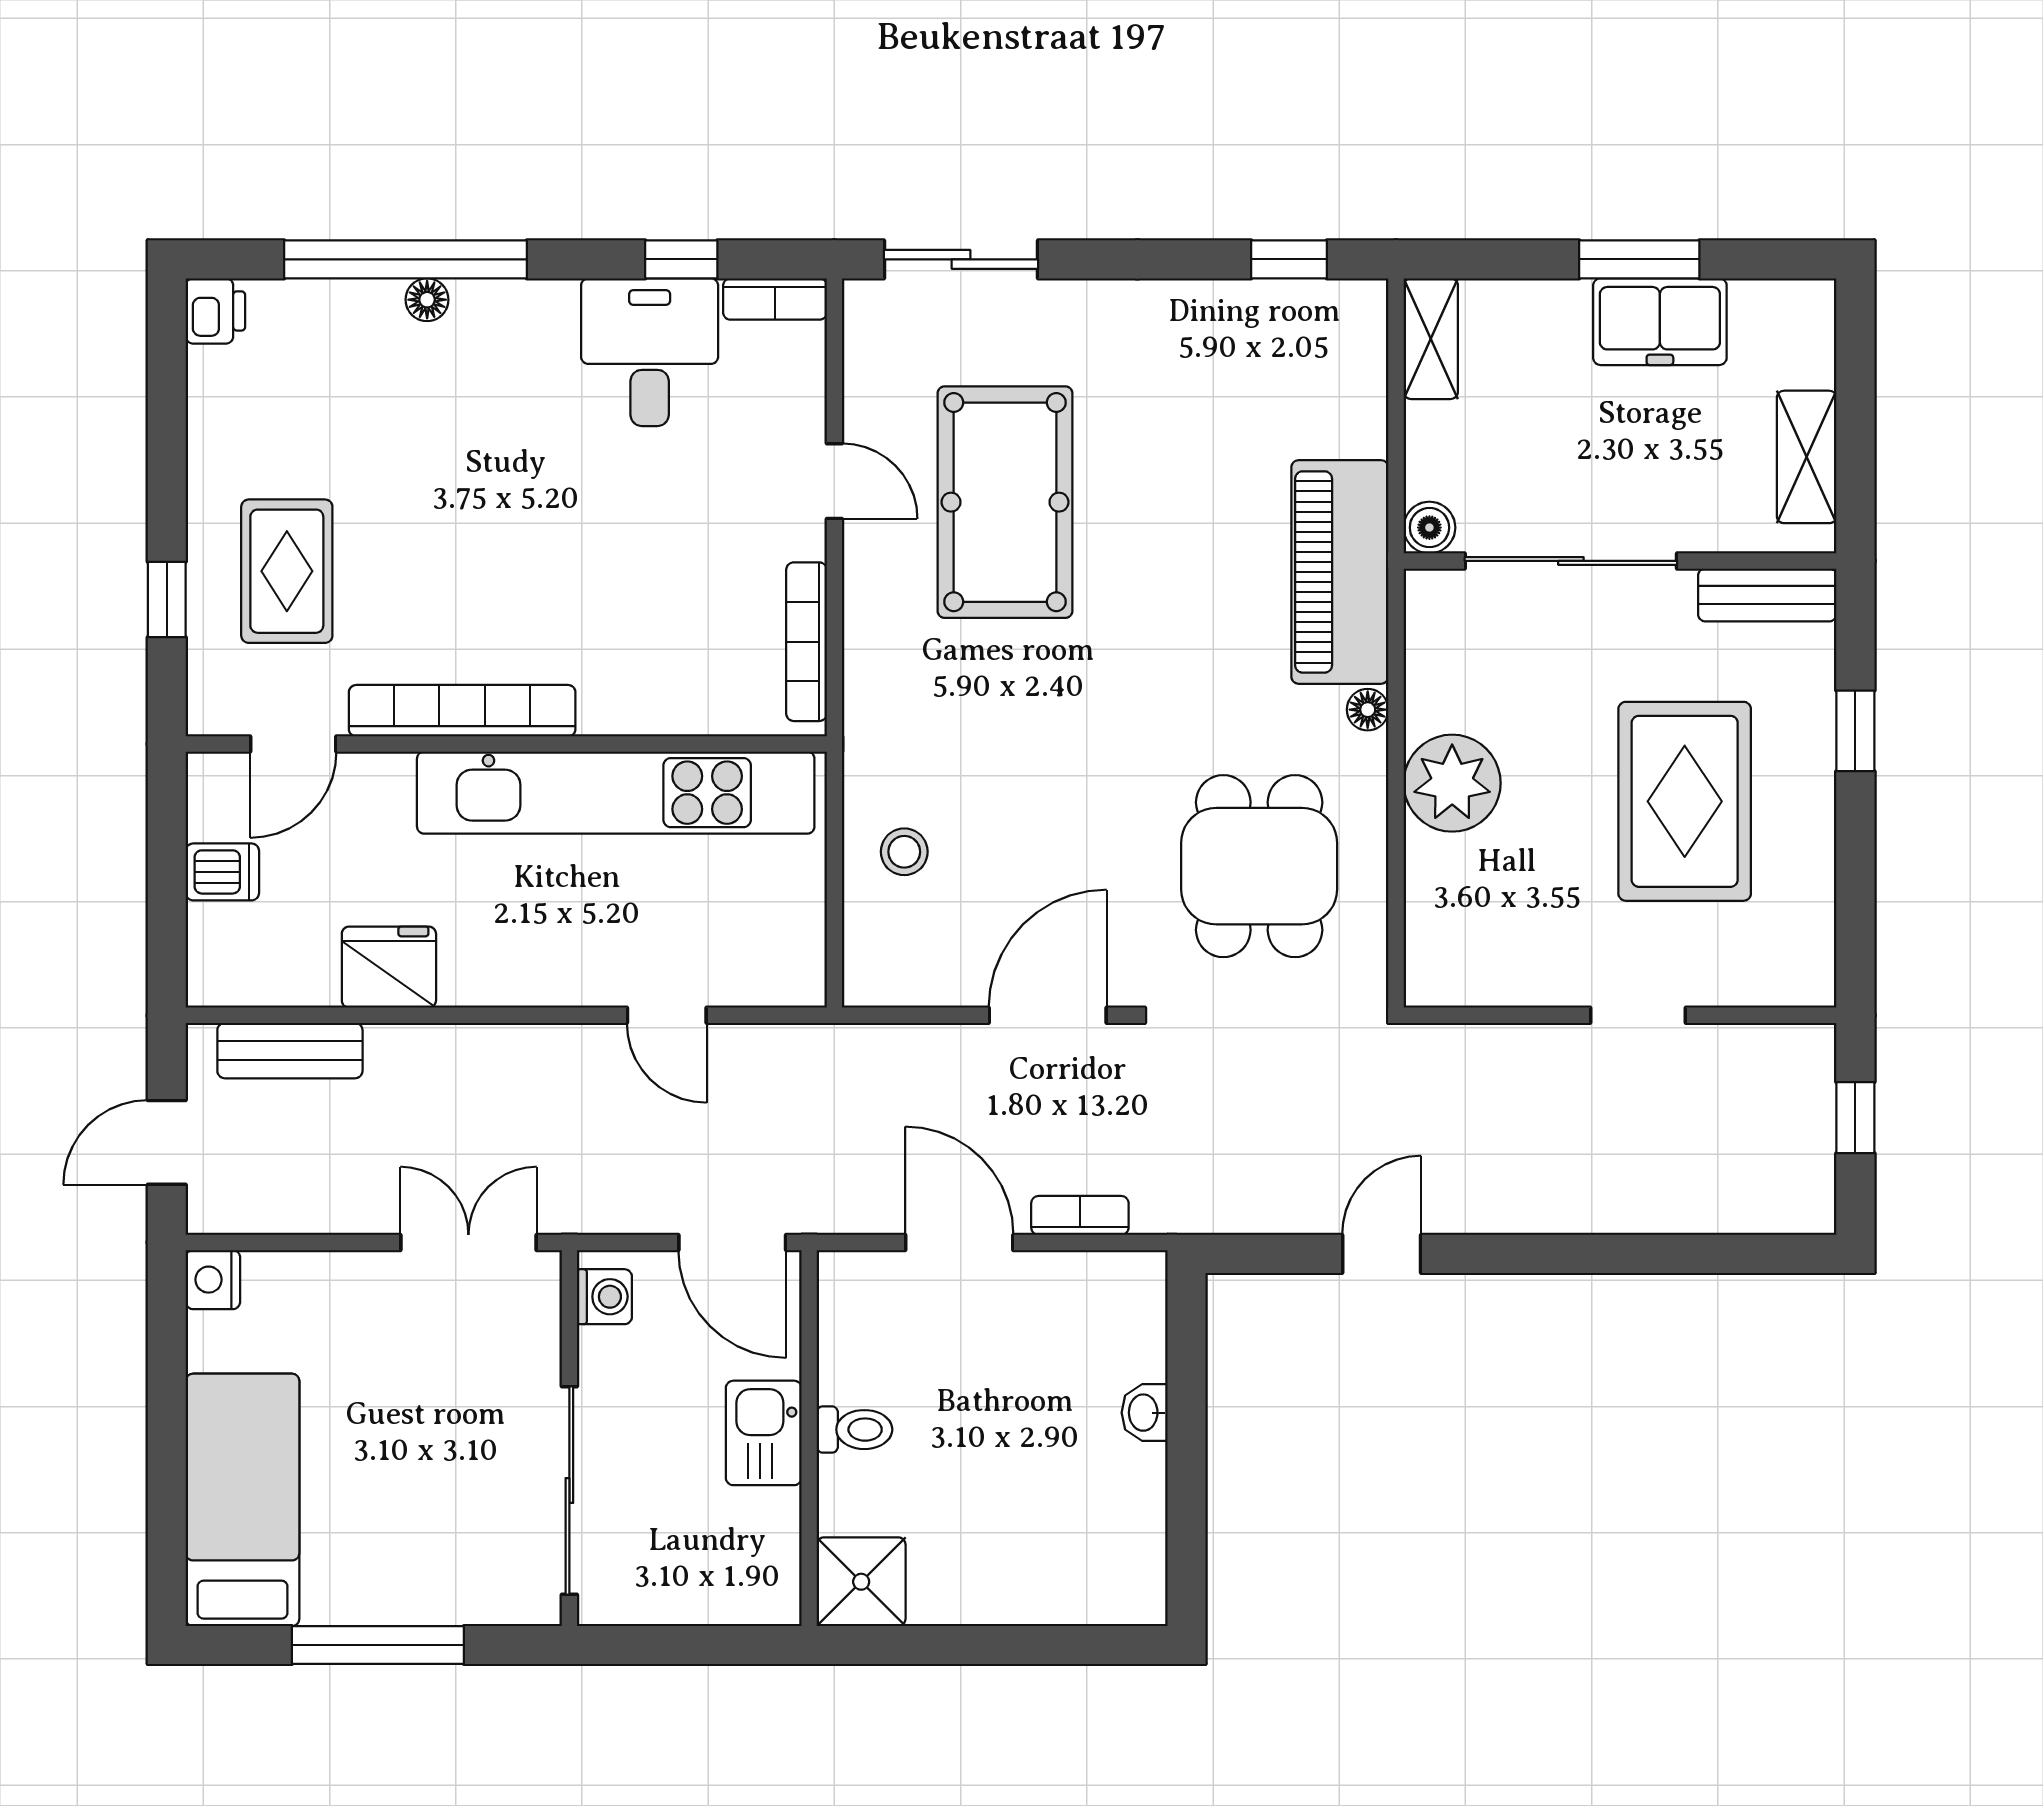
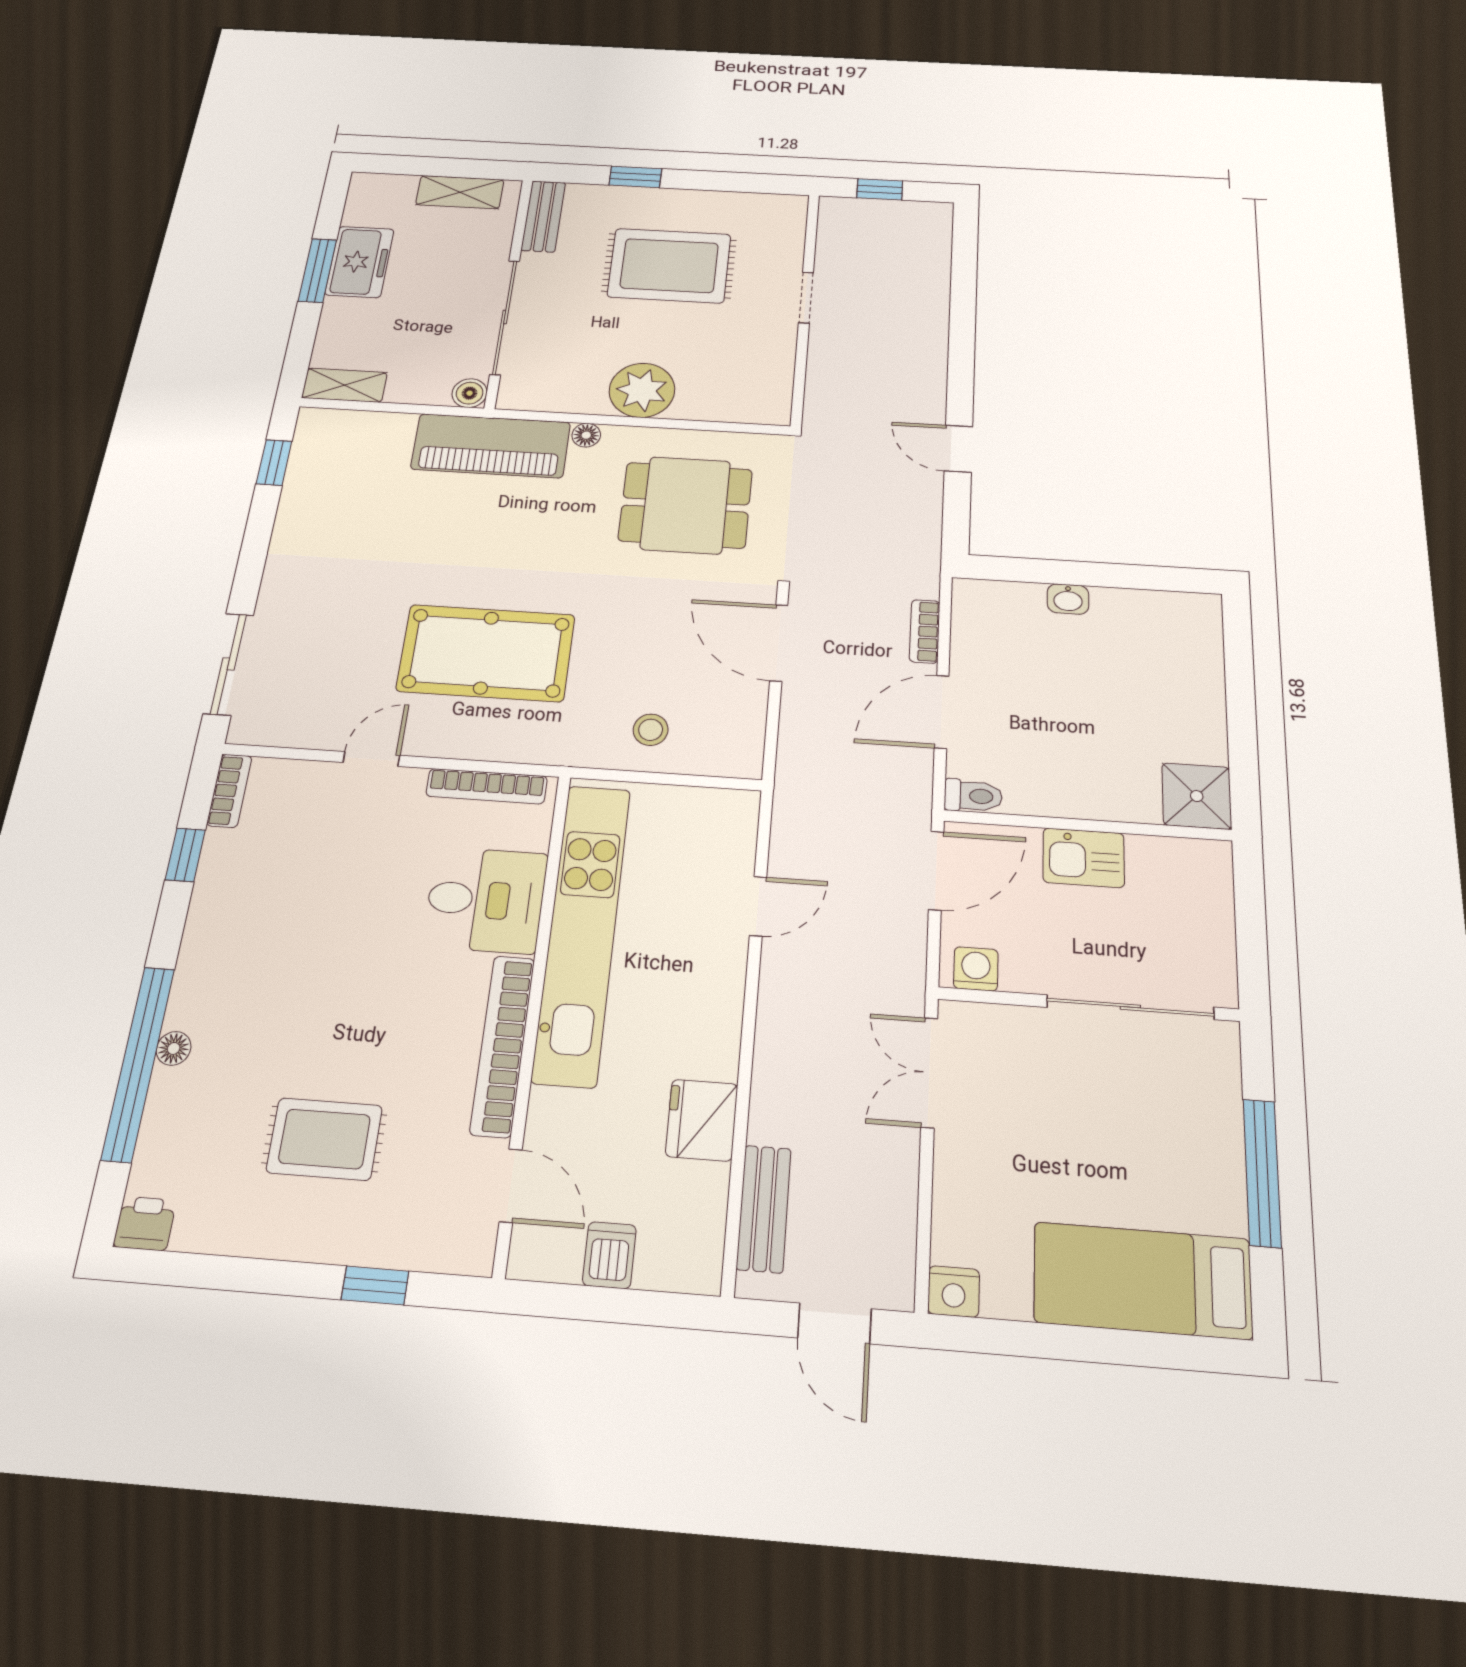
desk: (650, 352) -> (485, 900), moved, turned 180
pool table: (1005, 502) -> (486, 653), moved
rug: (287, 571) -> (324, 1139), moved
toilet: (855, 1430) -> (973, 796), moved, turned 90

